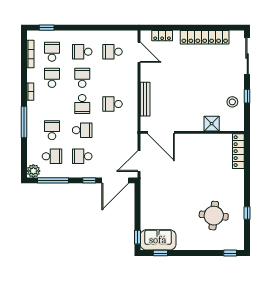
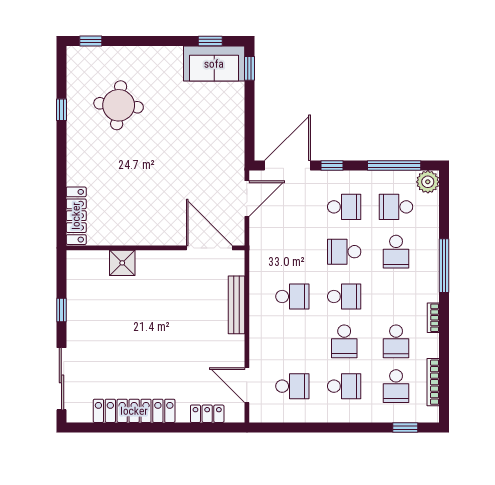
stool: (232, 102) -> (87, 300), removed
school desk: (82, 104) -> (344, 297), turned 90

